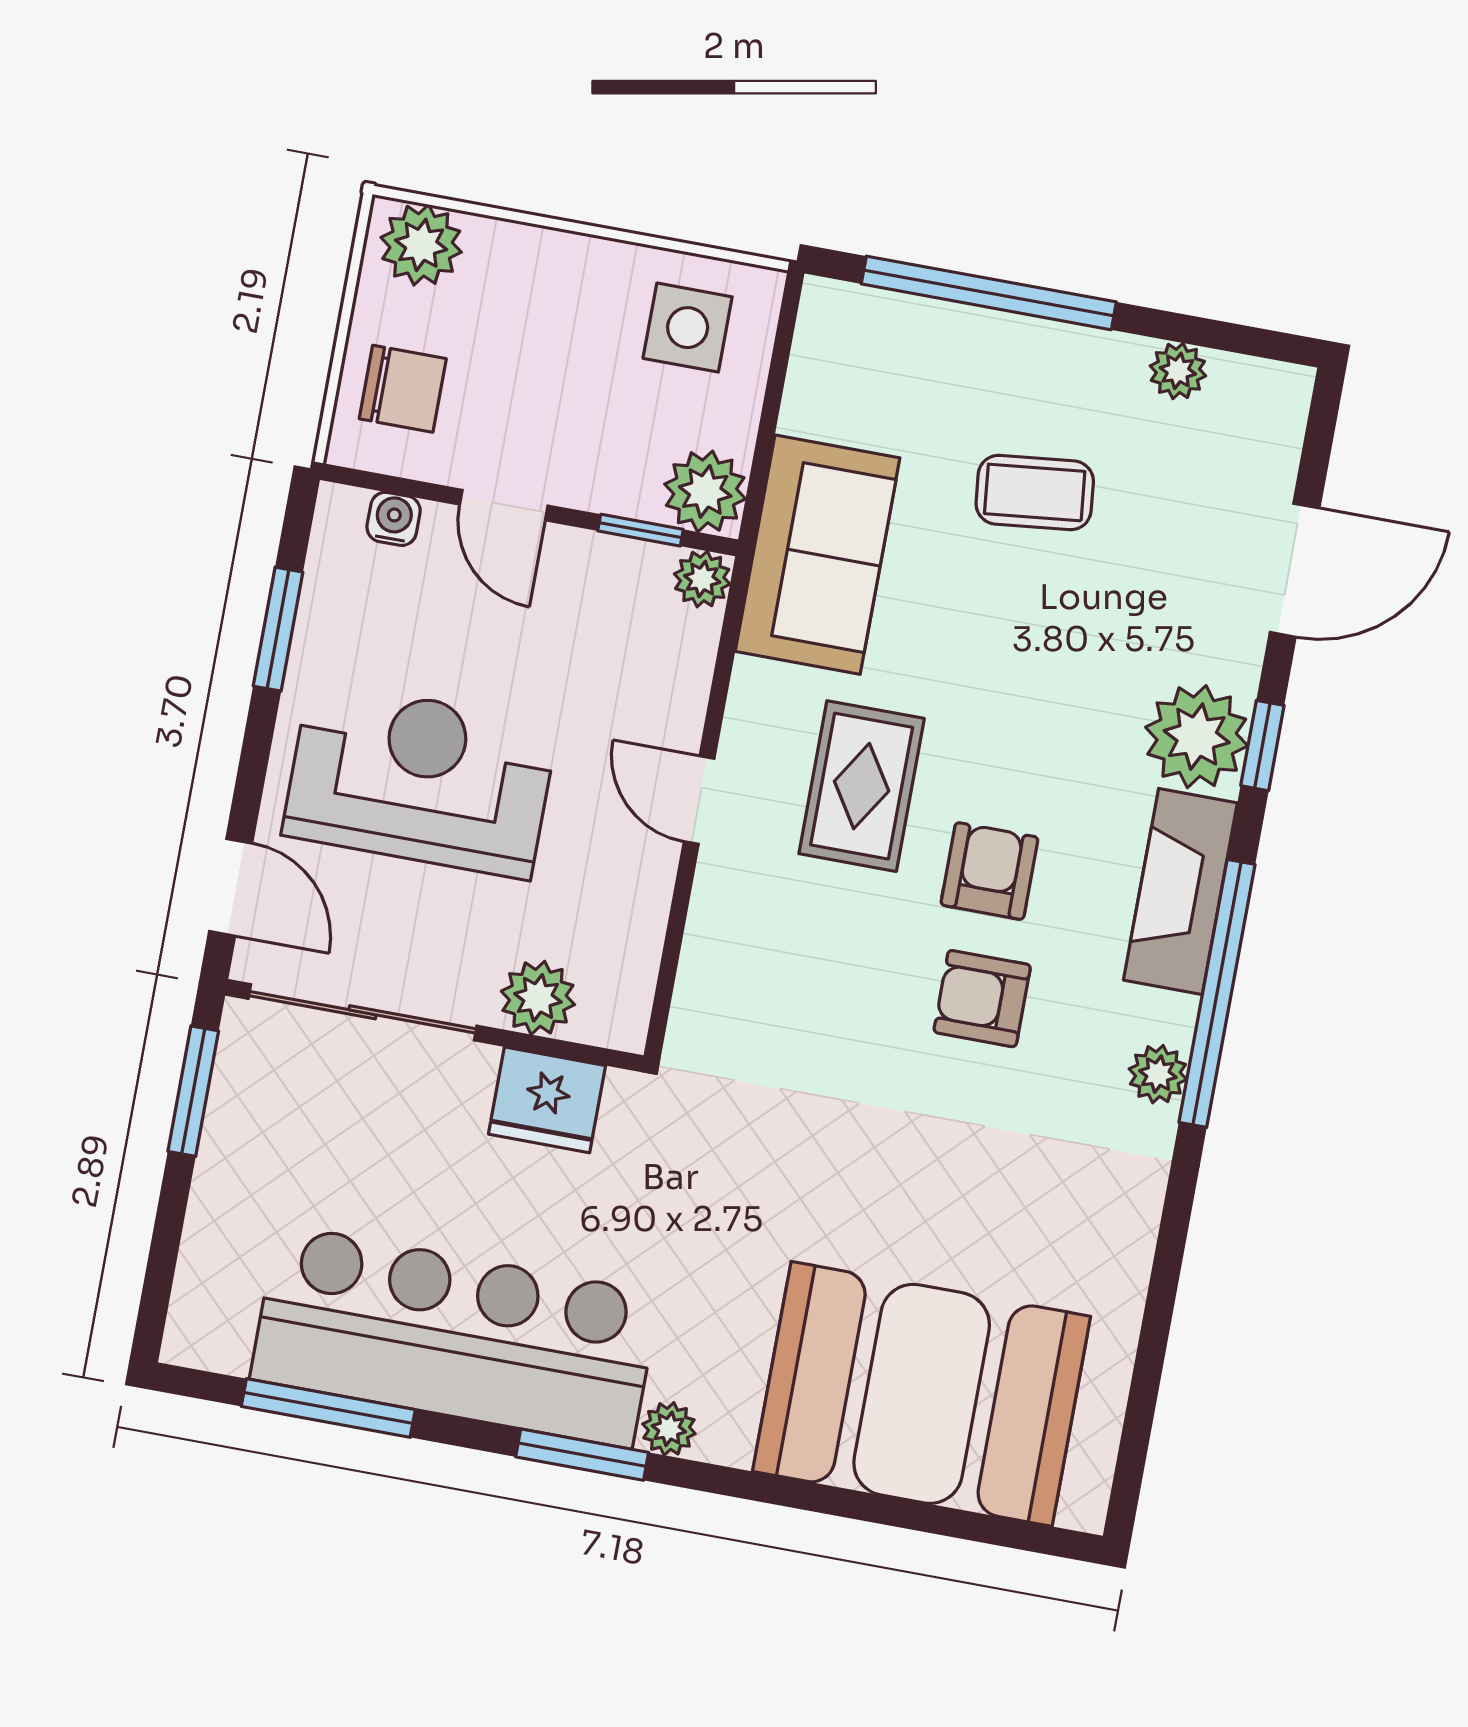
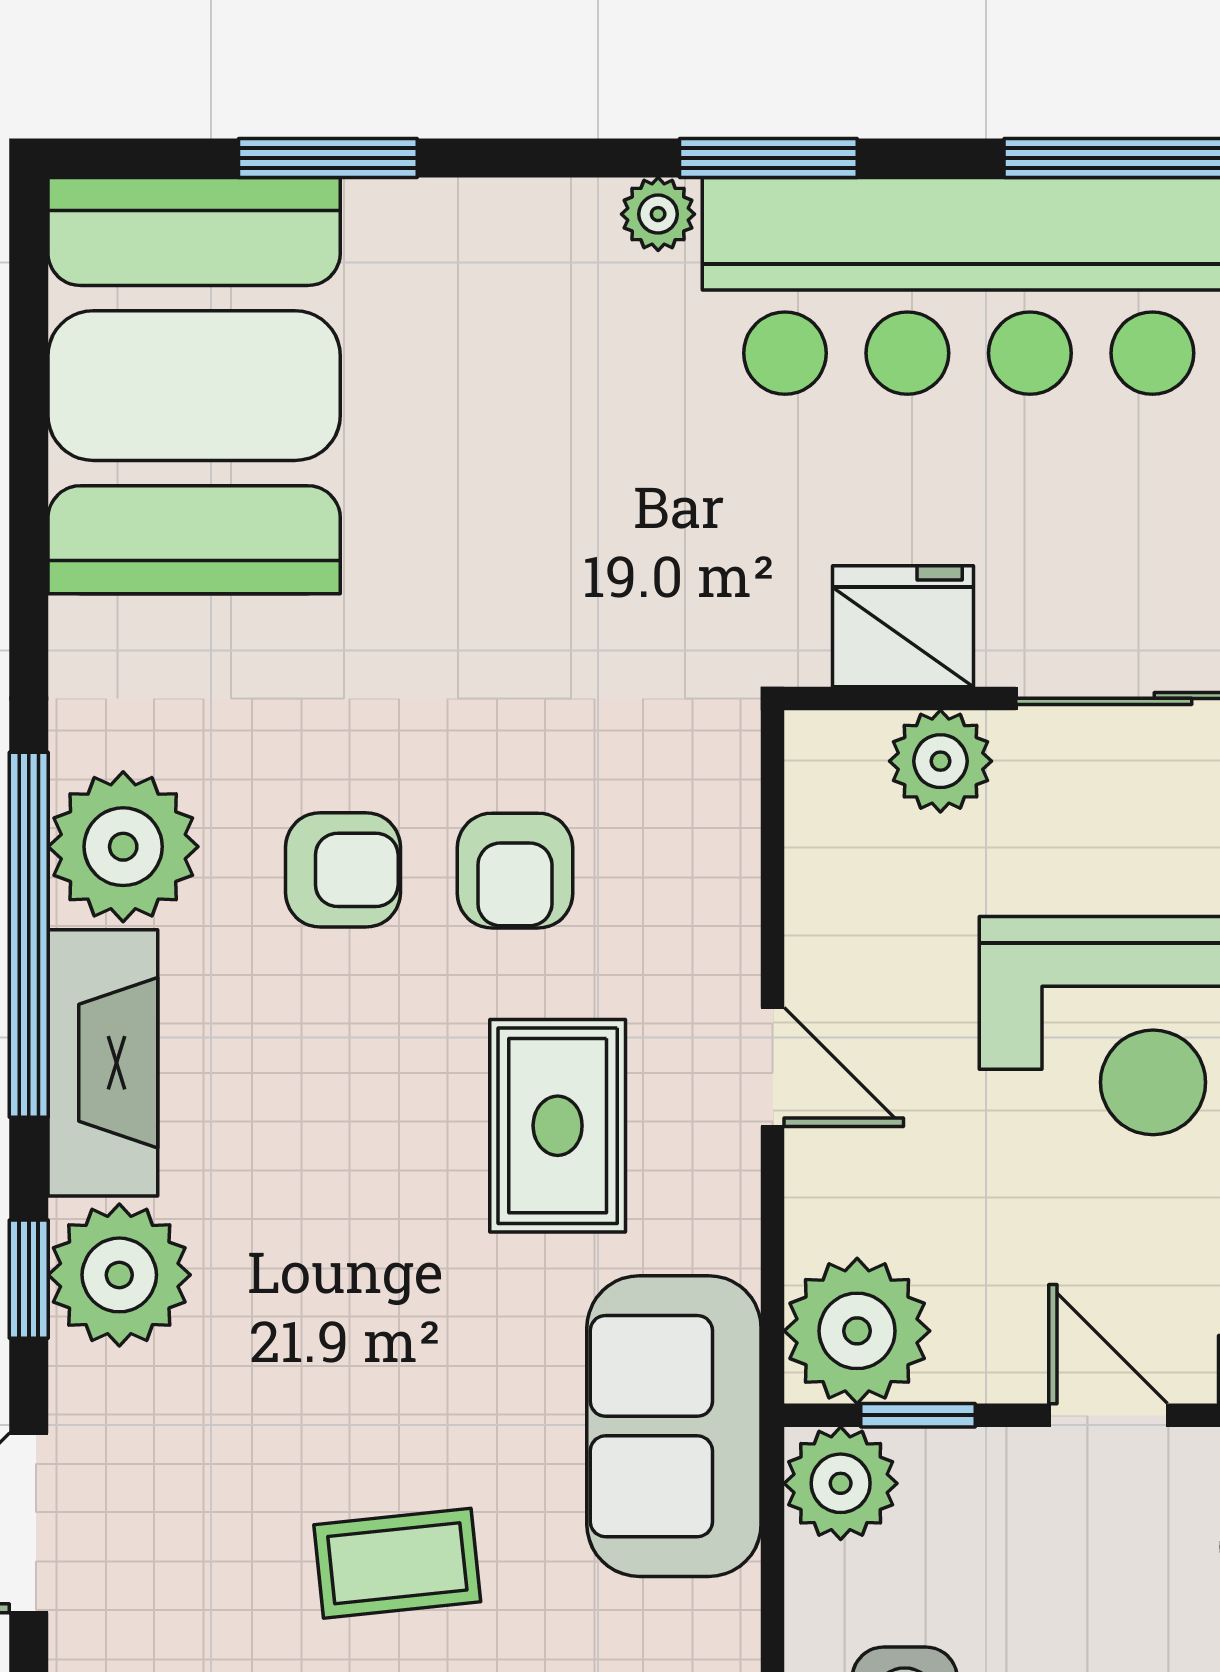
plant: (702, 579) -> (857, 1331), width x1.88, depth x1.88
armchair: (989, 871) -> (515, 871), moved
plant: (1158, 1074) -> (123, 847), width x1.87, depth x1.87
booth: (922, 1394) -> (194, 386), moved, turned 90
window: (899, 1513) -> (328, 158), added

